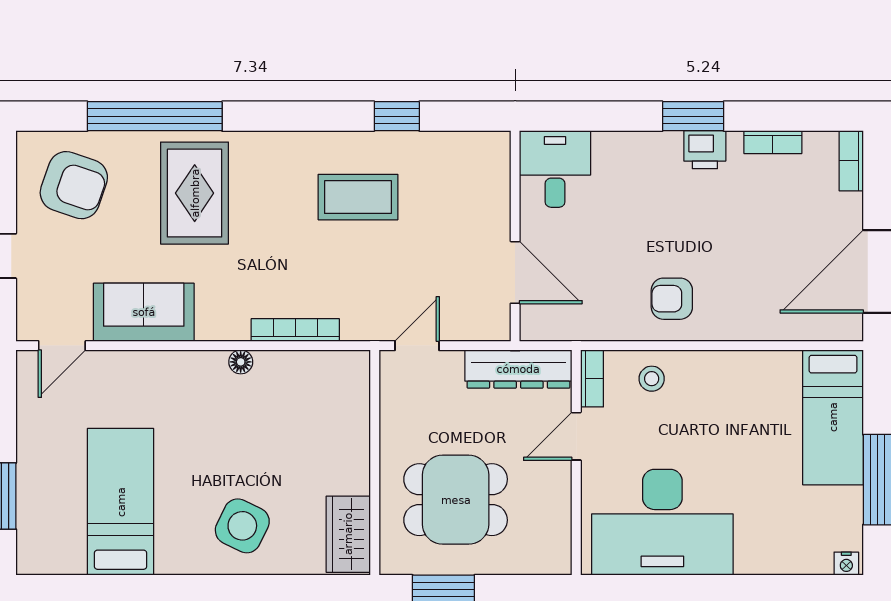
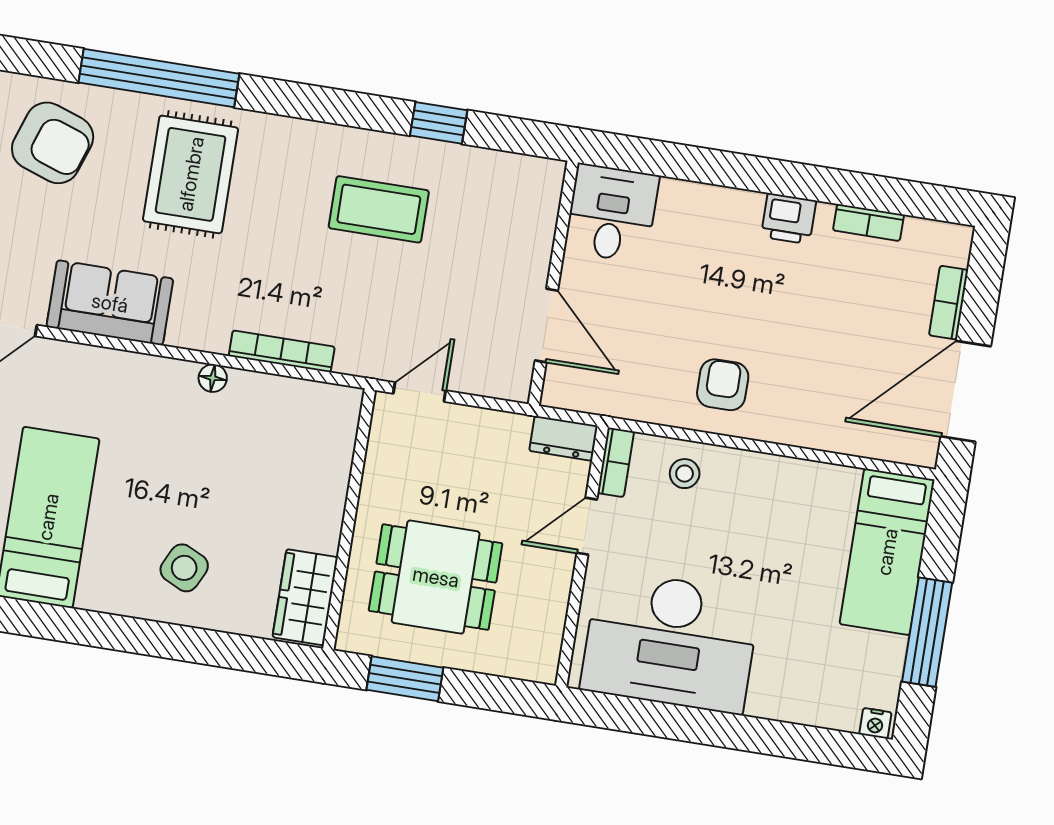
window: (693, 116) -> (781, 178), removed
bookcase: (851, 161) -> (949, 303), moved
armchair: (672, 299) -> (723, 385), turned 90
dresser: (518, 369) -> (563, 438), width x0.51, depth x0.80
side table: (242, 526) -> (184, 568), width x0.73, depth x0.73

